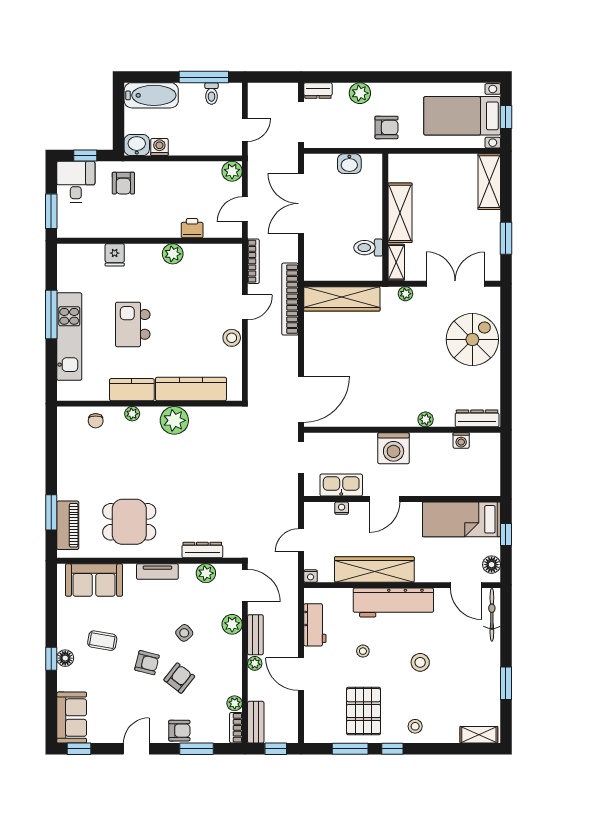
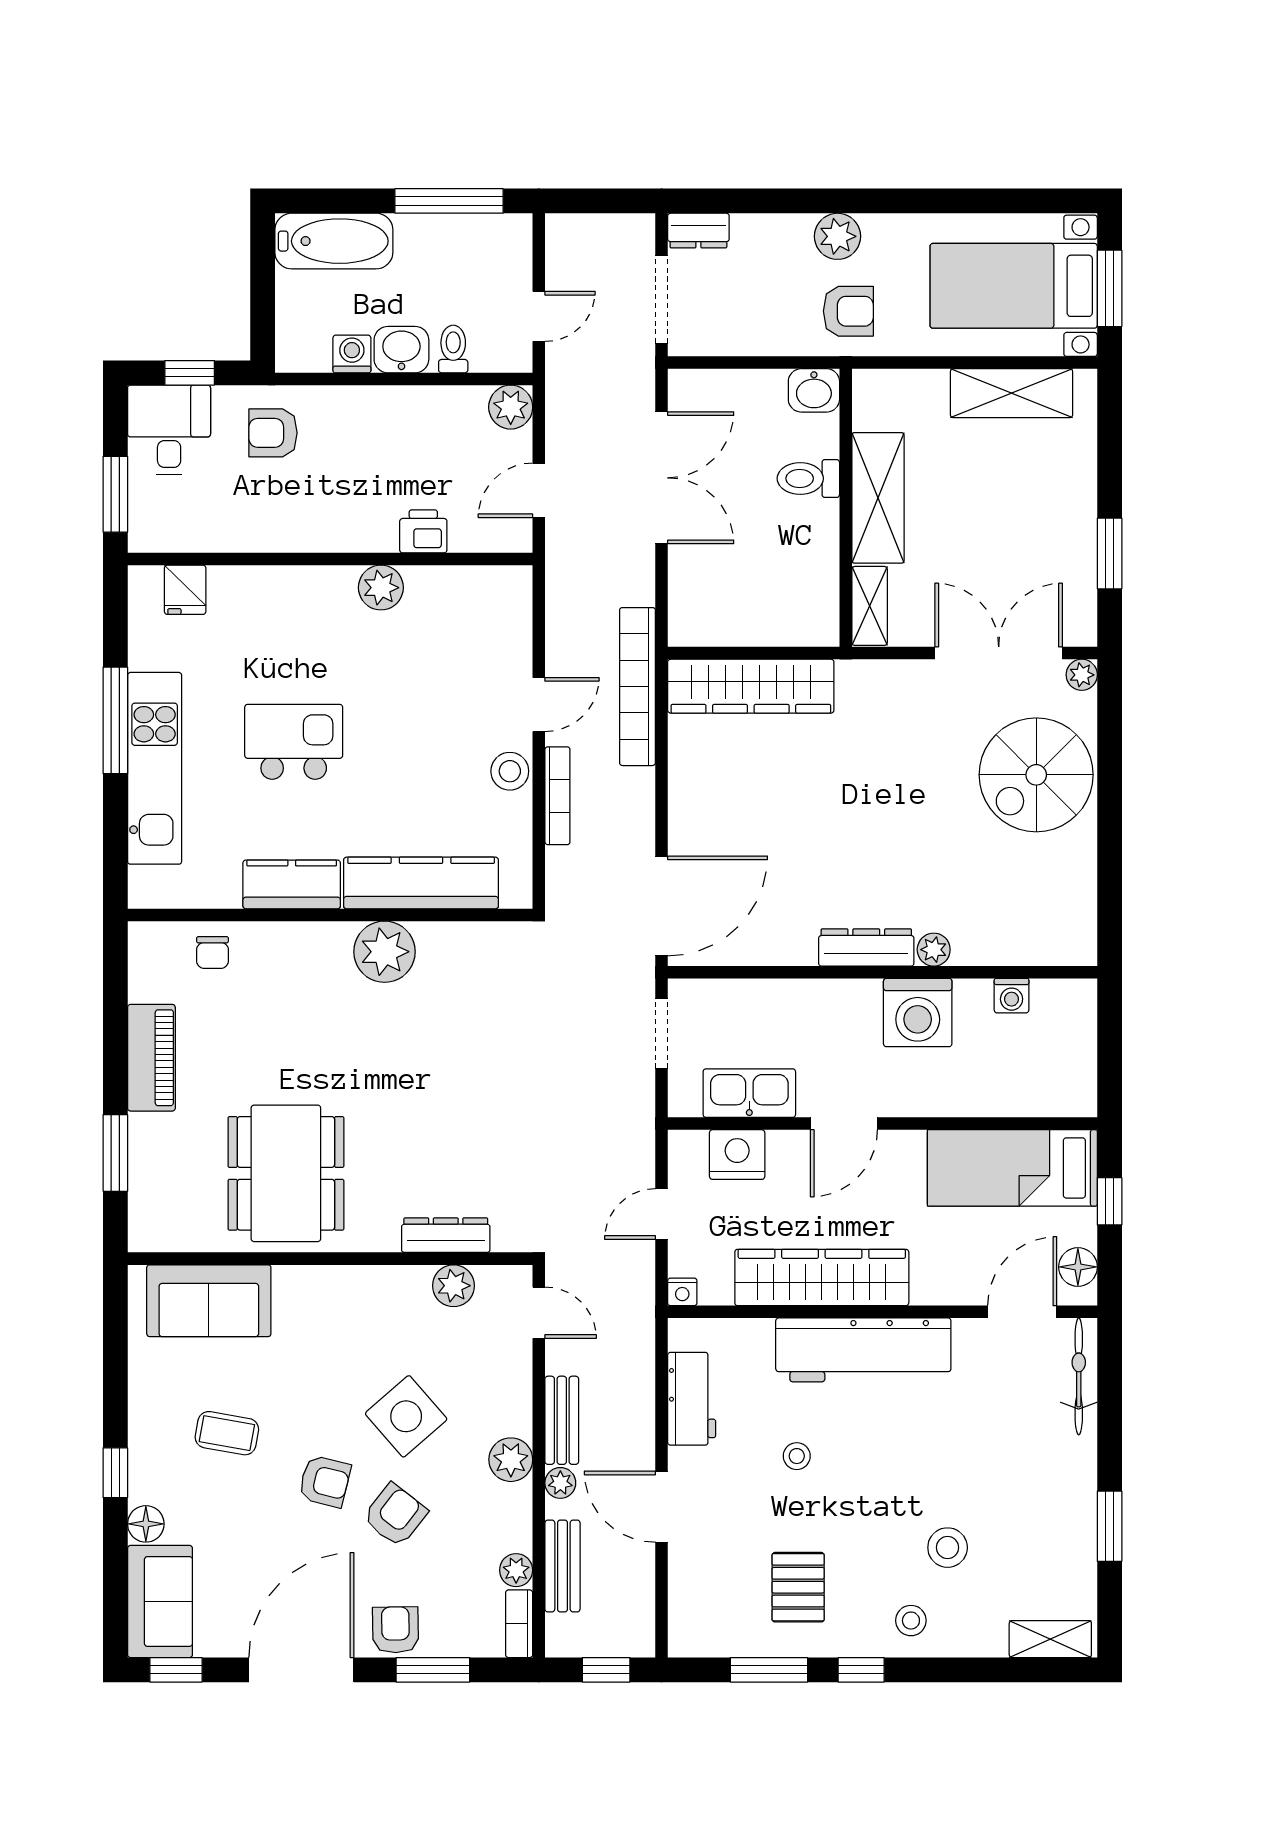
plant: (360, 93) -> (838, 236), moved
toilet: (212, 94) -> (453, 349), moved, turned 180
window: (506, 117) -> (1110, 288), width x1.50
washbasin: (137, 145) -> (401, 350), moved
washbasin: (349, 164) -> (814, 390), moved
shelving: (489, 182) -> (1012, 393), moved, turned 90
armchair: (123, 183) -> (273, 433), turned 90
double door: (301, 204) -> (662, 478), swing flipped
toilet: (368, 248) -> (808, 478), moved
fridge: (115, 255) -> (185, 590), moved
bookcase: (253, 261) -> (557, 796), moved
plant: (405, 294) -> (1082, 675), moved
kitchen island: (133, 324) -> (294, 742), turned 90
spiral stairs: (472, 340) -> (1036, 775), turned 180
plant: (132, 414) -> (292, 937), removed
dresser: (477, 418) -> (866, 947), moved
washing machine: (394, 448) -> (918, 1013), moved
nightstand: (342, 508) -> (737, 1155), width x1.89, depth x1.79
dining table: (129, 522) -> (286, 1173), width x1.38
piano: (68, 525) -> (151, 1058), moved
tv unit: (157, 572) -> (347, 1282), removed
door: (245, 585) -> (539, 1313), width x0.73
door: (466, 585) -> (1022, 1312), swing flipped
plant: (232, 624) -> (511, 1460), moved
side table: (184, 633) -> (406, 1416), width x1.87, depth x1.87
floor lamp: (65, 658) -> (146, 1524), moved
stool: (420, 662) -> (948, 1548), moved
pallet: (364, 711) -> (798, 1587), width x0.67, depth x0.71
bench: (256, 722) -> (562, 1566), moved
armchair: (179, 731) -> (395, 1630), turned -91
door: (136, 749) -> (301, 1670), width x1.87

